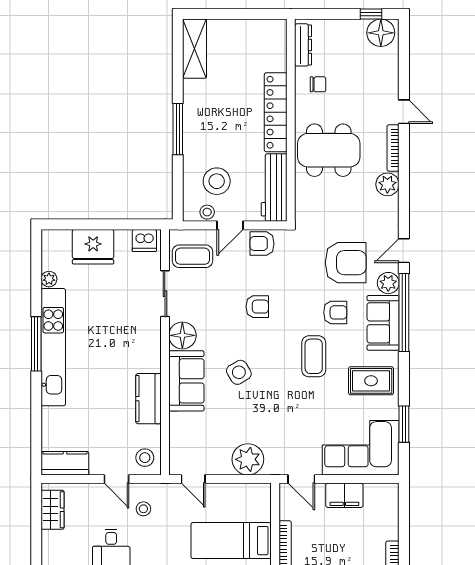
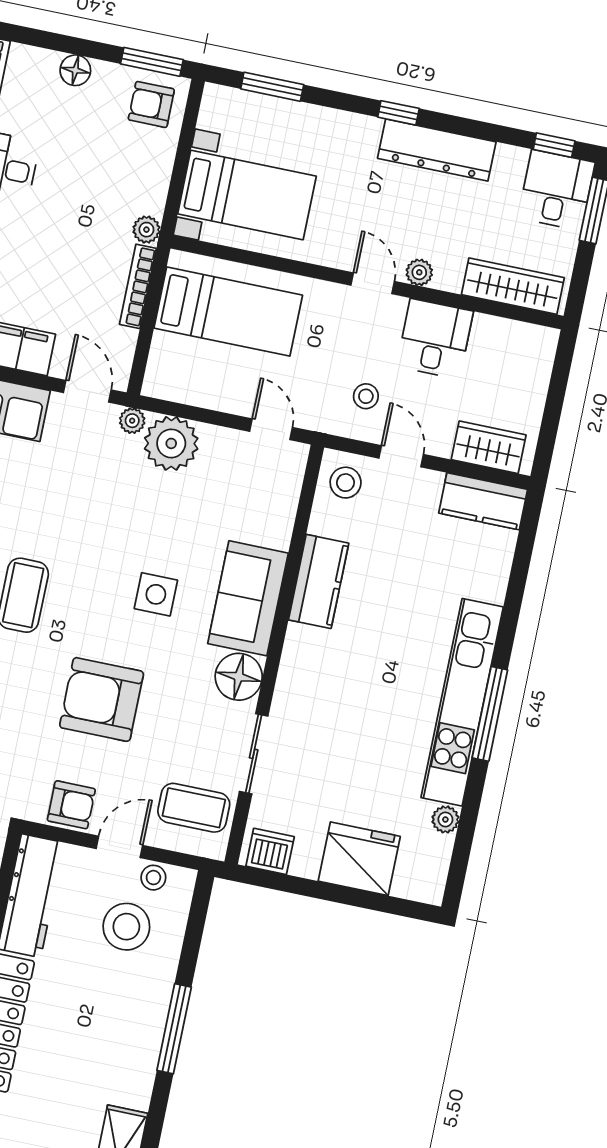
armchair: (257, 307) -> (102, 699), width x1.88, depth x1.88
side table: (239, 372) -> (156, 594), turned 31
plant: (273, 468) -> (132, 421), added
wardrobe: (53, 510) -> (489, 447), moved, turned 90

